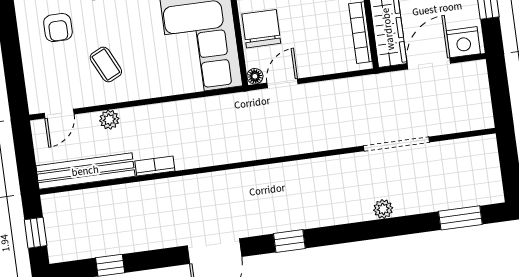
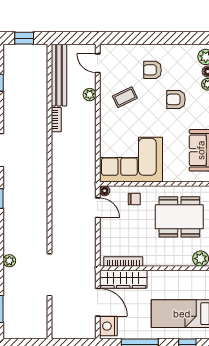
chair: (261, 29) -> (134, 199), width x0.54, depth x0.54

